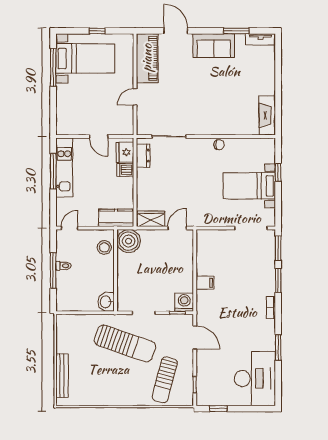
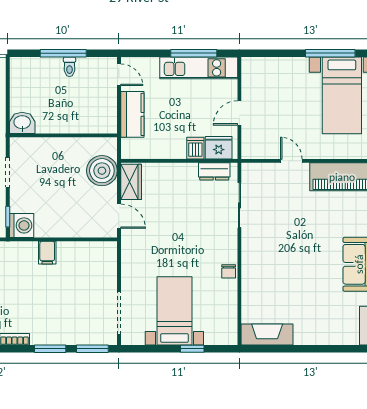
kitchen counter: (116, 218) -> (132, 114), moved
boiler: (129, 241) -> (102, 171), moved
stool: (104, 247) -> (94, 120), removed

